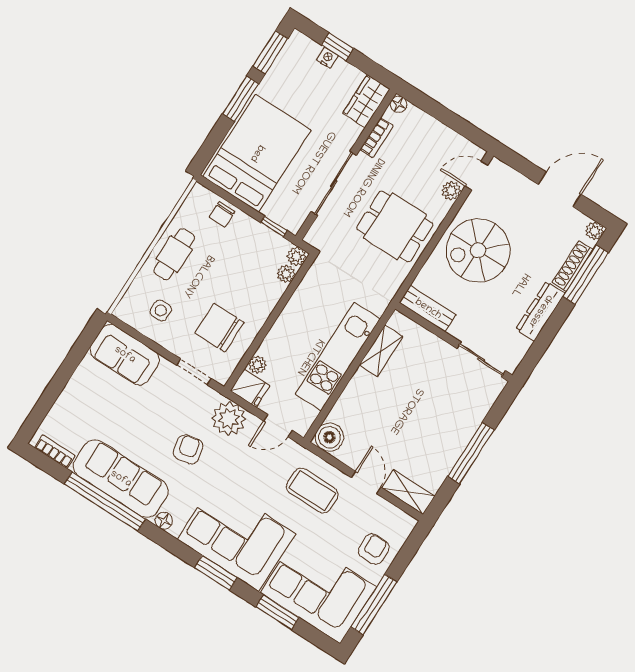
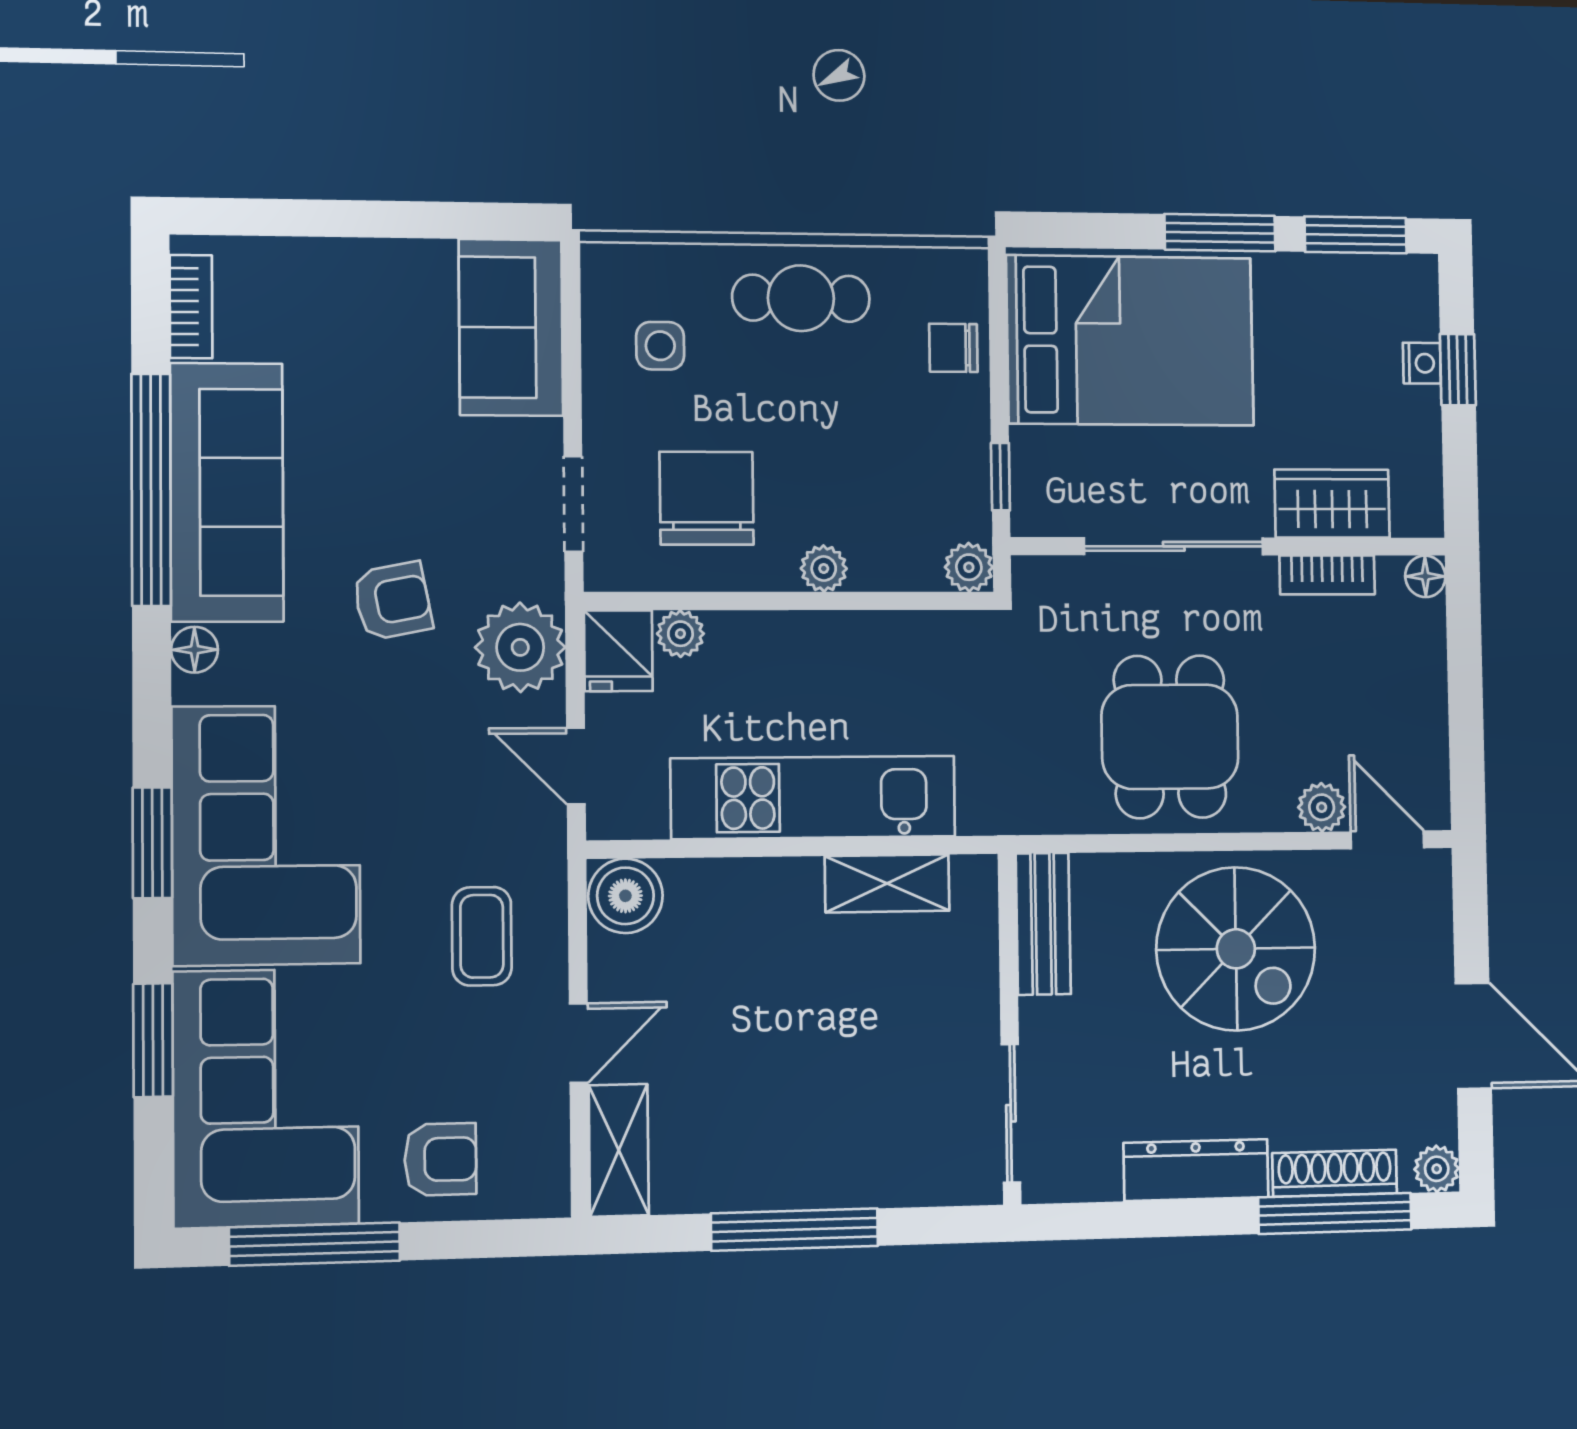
wardrobe: (366, 101) -> (1332, 504), moved
spiral stairs: (478, 250) -> (1236, 949), turned 180
plant: (286, 274) -> (824, 569), moved
coffee table: (312, 491) -> (482, 936), width x0.73, depth x0.77

